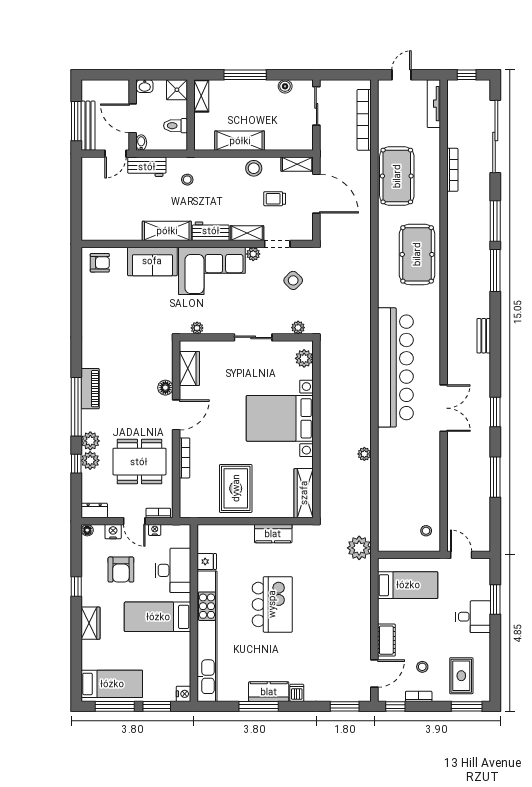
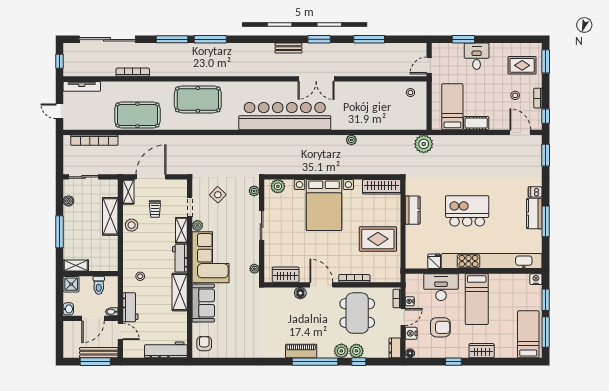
shelving: (240, 141) -> (110, 216), moved
workbench: (91, 213) -> (166, 350), added
bench: (484, 336) -> (288, 48), moved
double door: (444, 408) -> (316, 79), swing flipped
cot: (386, 640) -> (476, 123), moved

